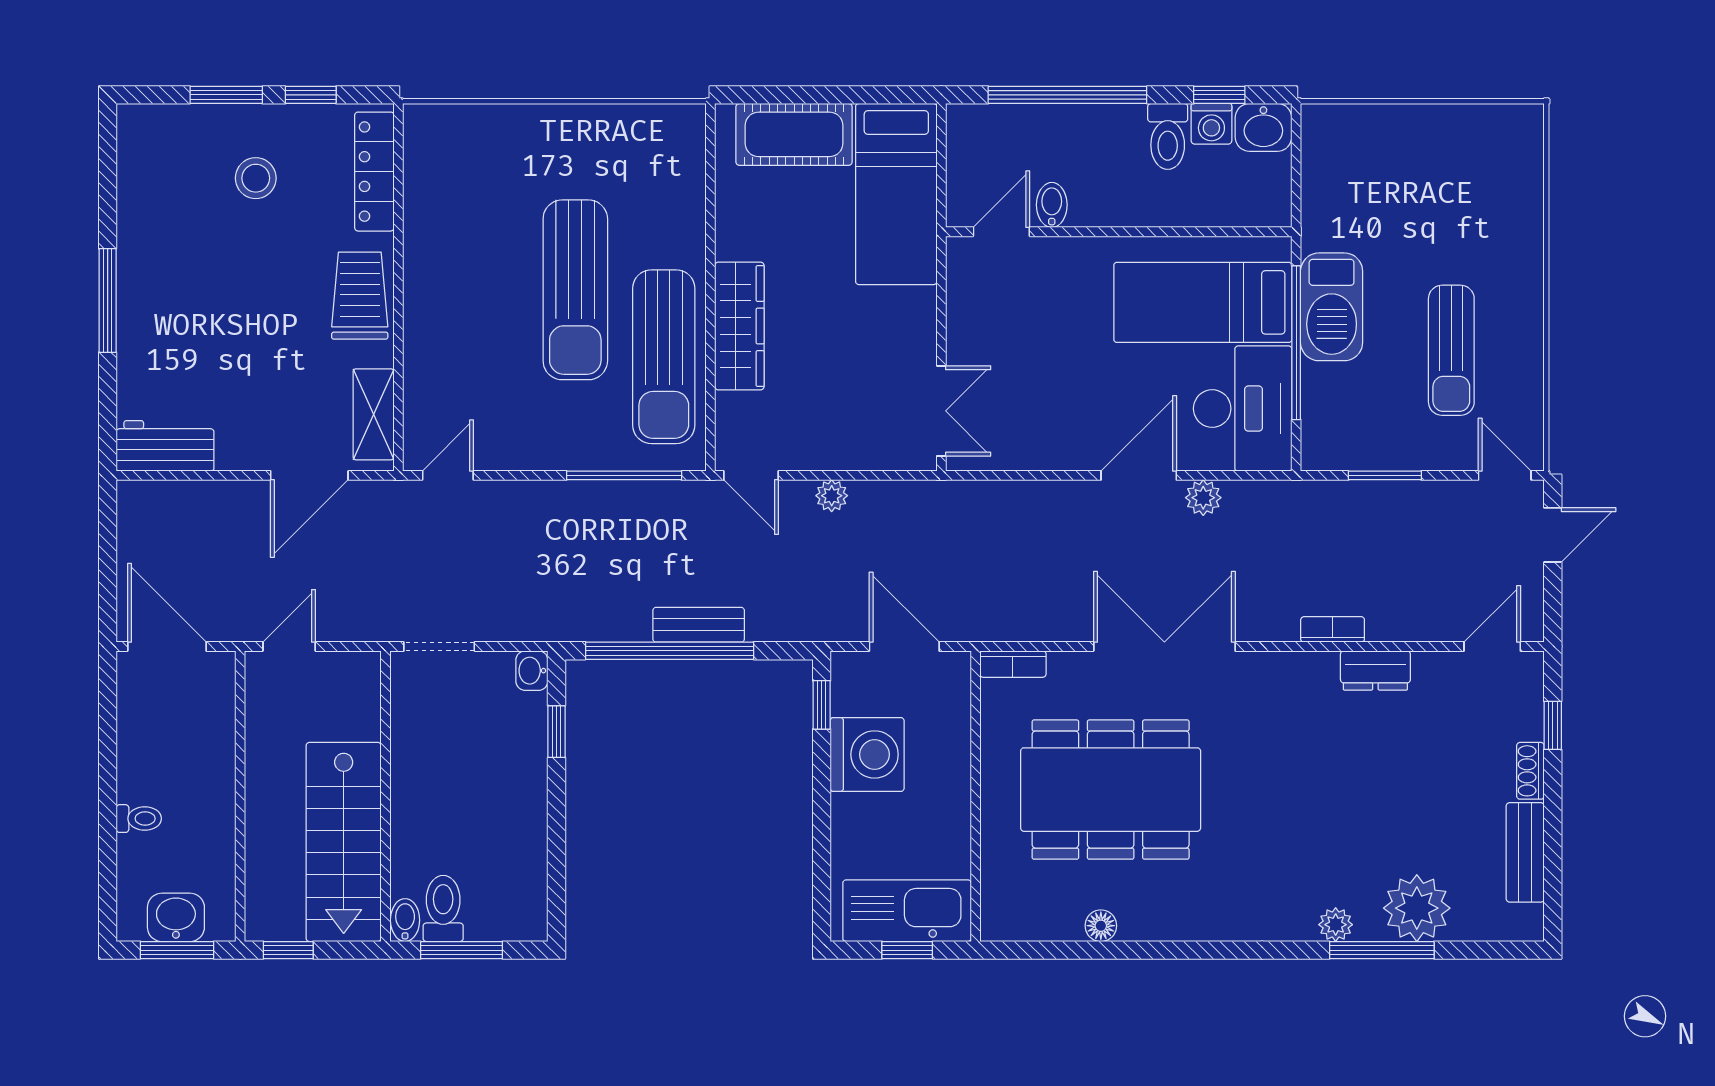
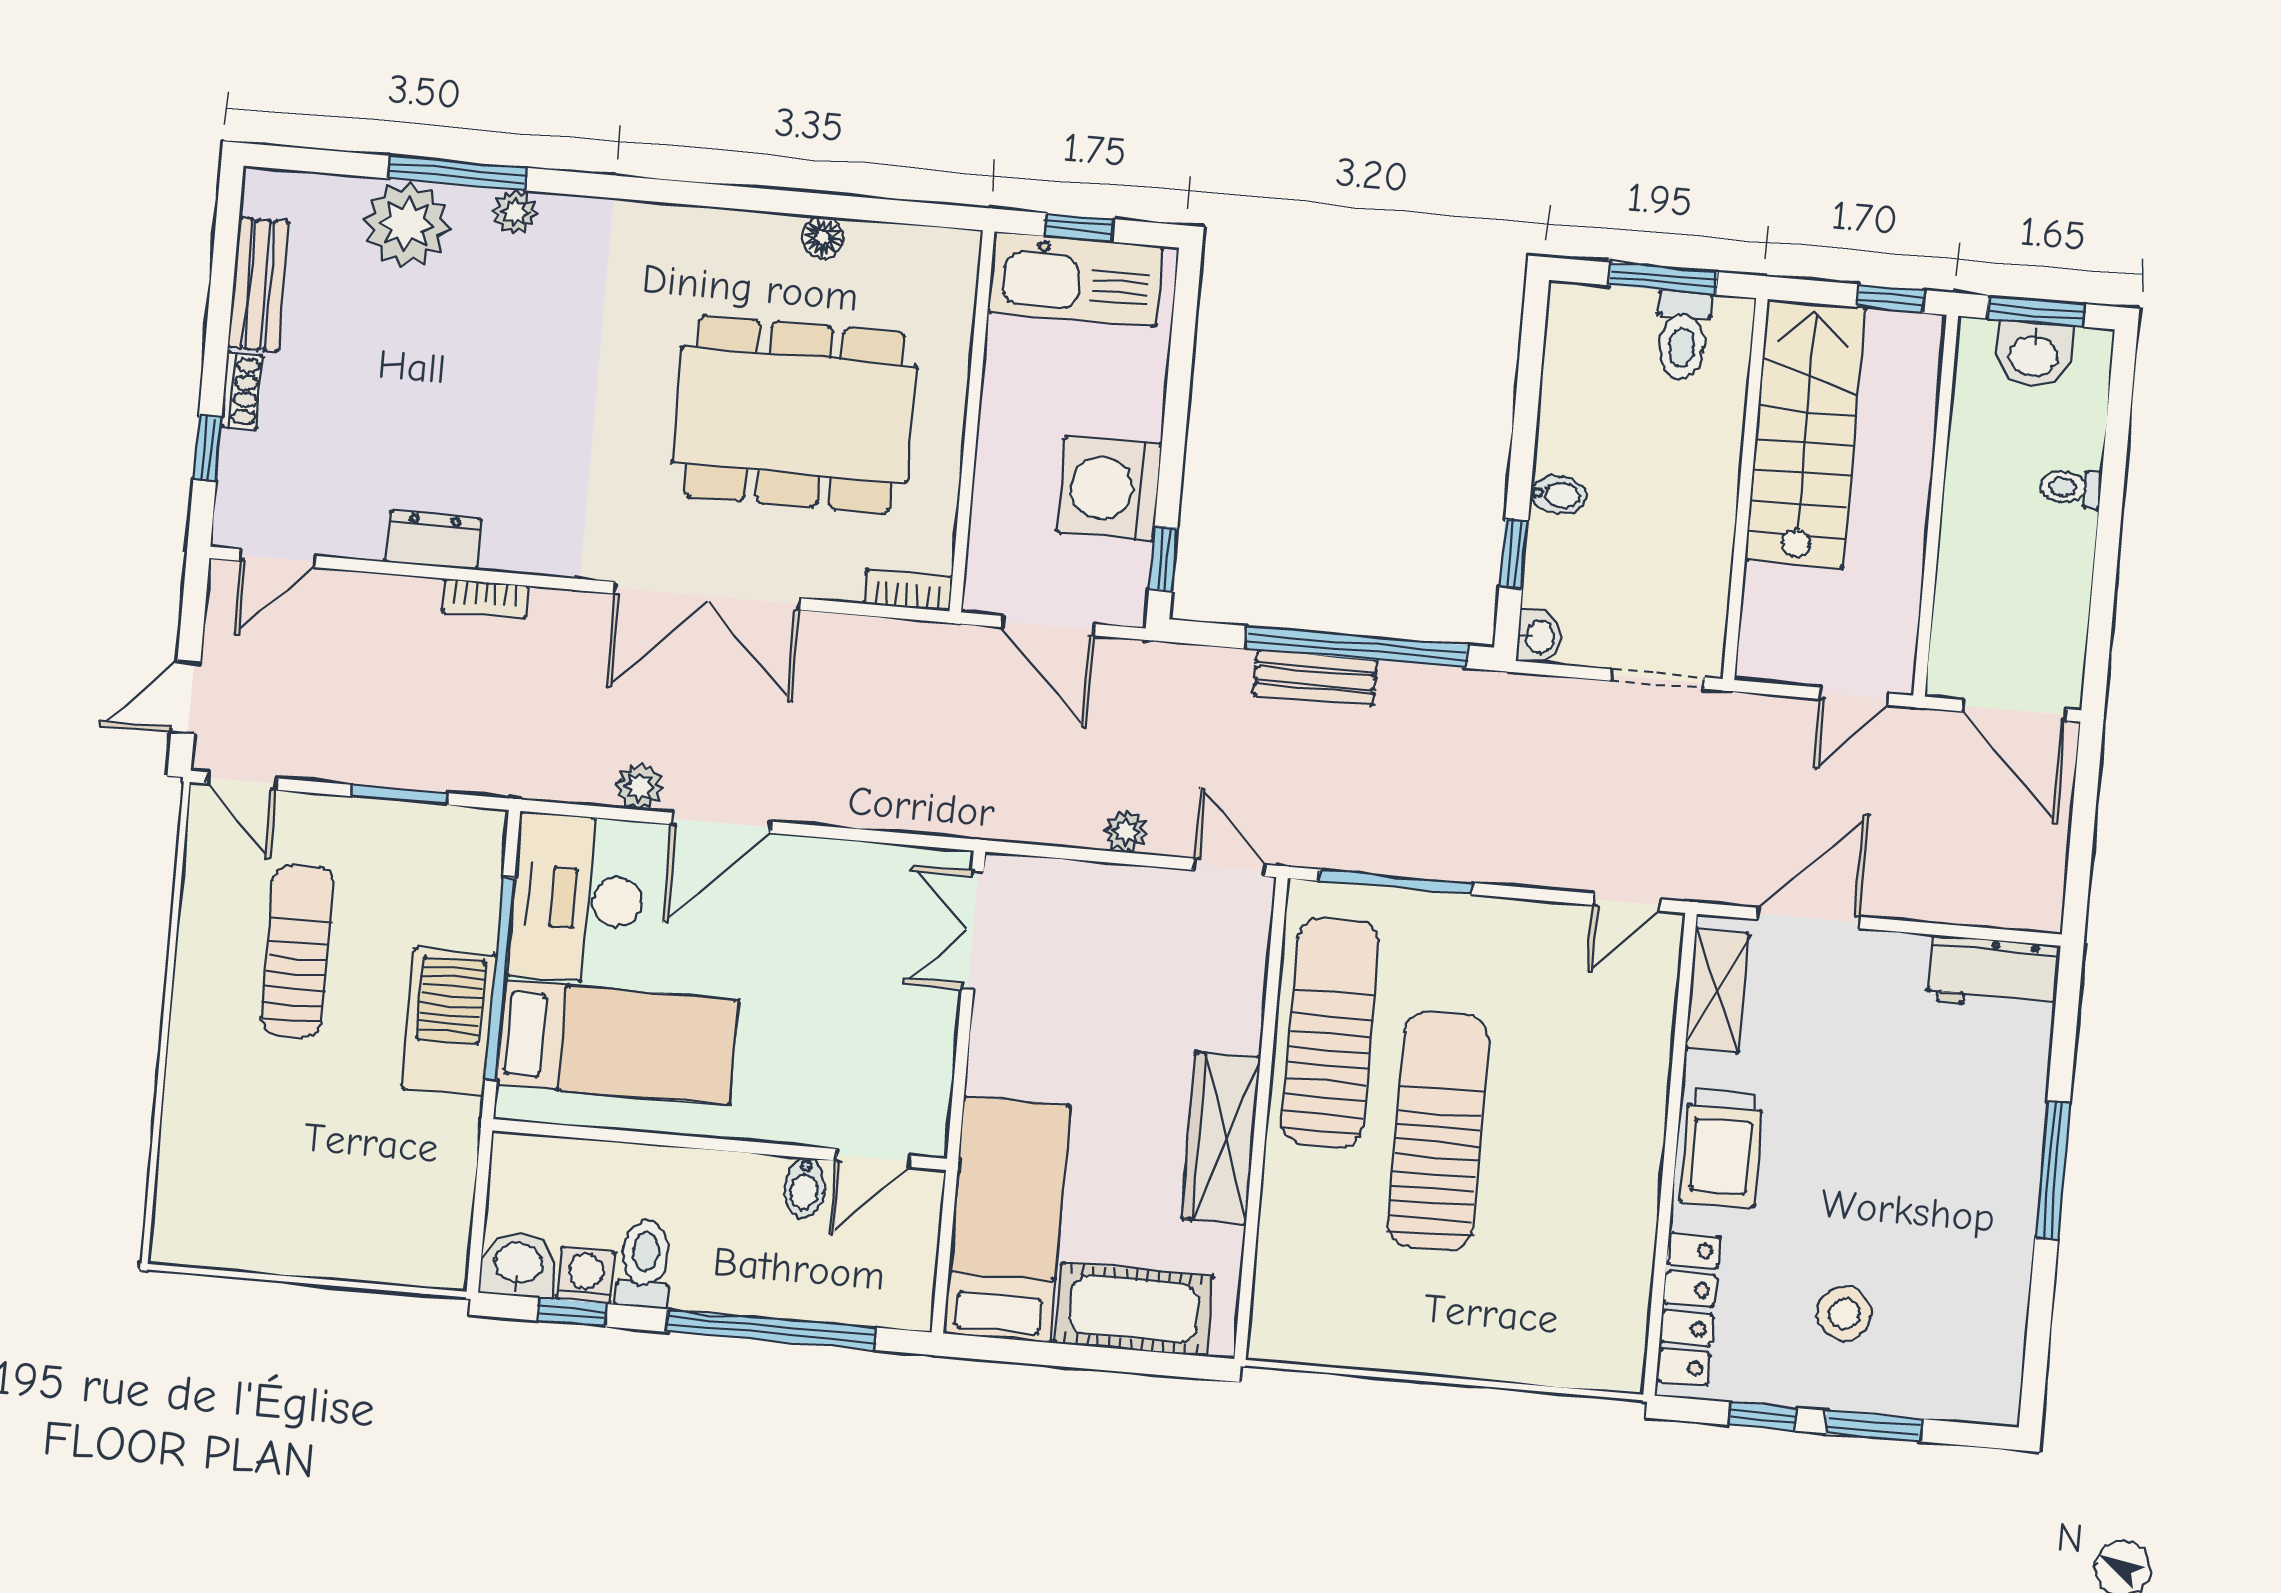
wardrobe: (739, 326) -> (1221, 1138), moved
bidet: (405, 920) -> (1558, 495), moved, turned -90

